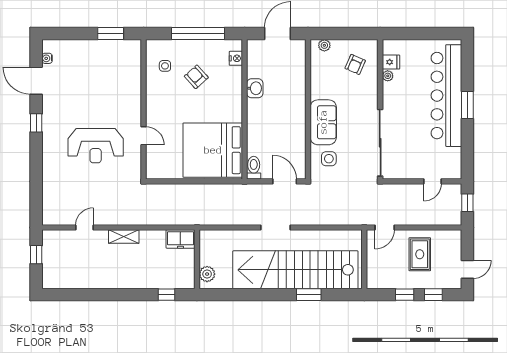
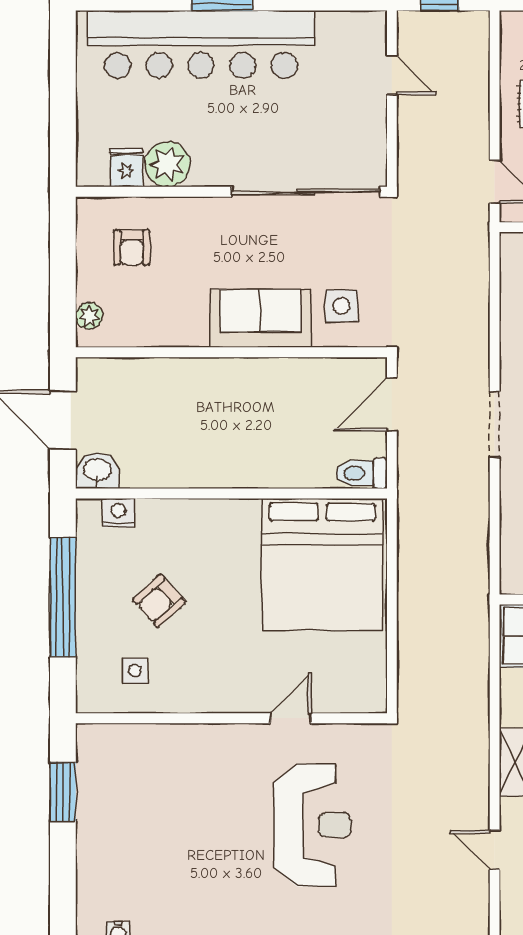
armchair: (355, 64) -> (132, 247), turned 66
plant: (388, 76) -> (168, 164), width x1.87, depth x1.87
washbasin: (255, 88) -> (97, 471), moved

